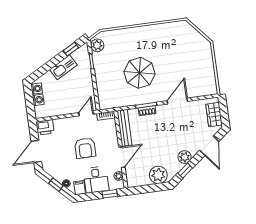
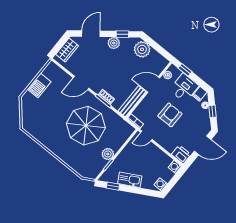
plant: (97, 45) -> (108, 154), moved
barbecue: (207, 66) -> (39, 85), added
parasol: (139, 73) -> (86, 126), width x1.36, depth x1.36
washing machine: (38, 100) -> (175, 167), moved

